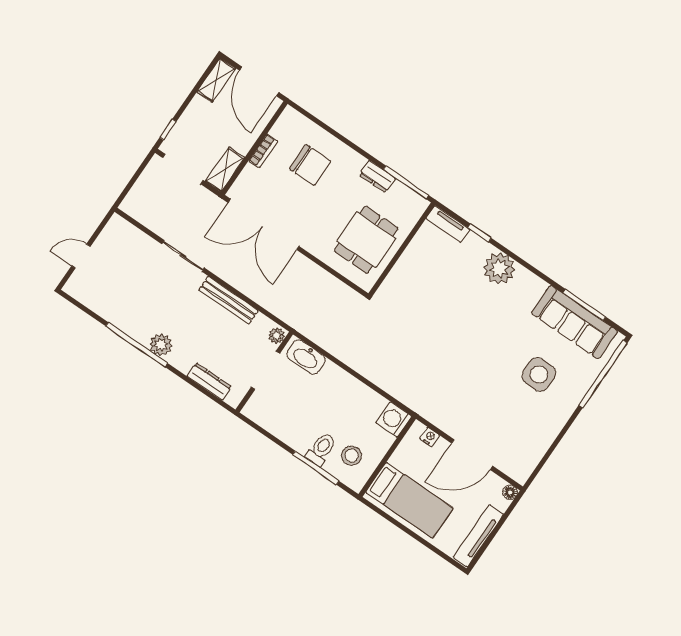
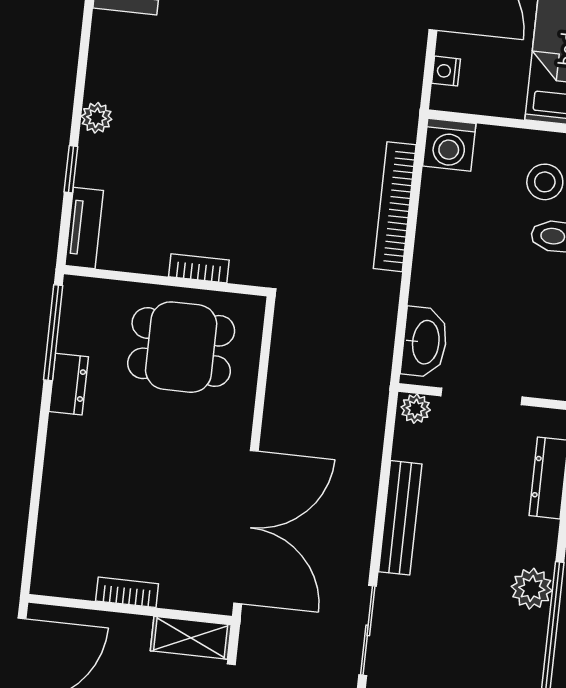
chair: (310, 165) -> (109, 504), removed
bookcase: (399, 268) -> (199, 268), added
plant: (499, 268) -> (97, 118), width x0.53, depth x0.53
bookcase: (378, 378) -> (395, 207), added

